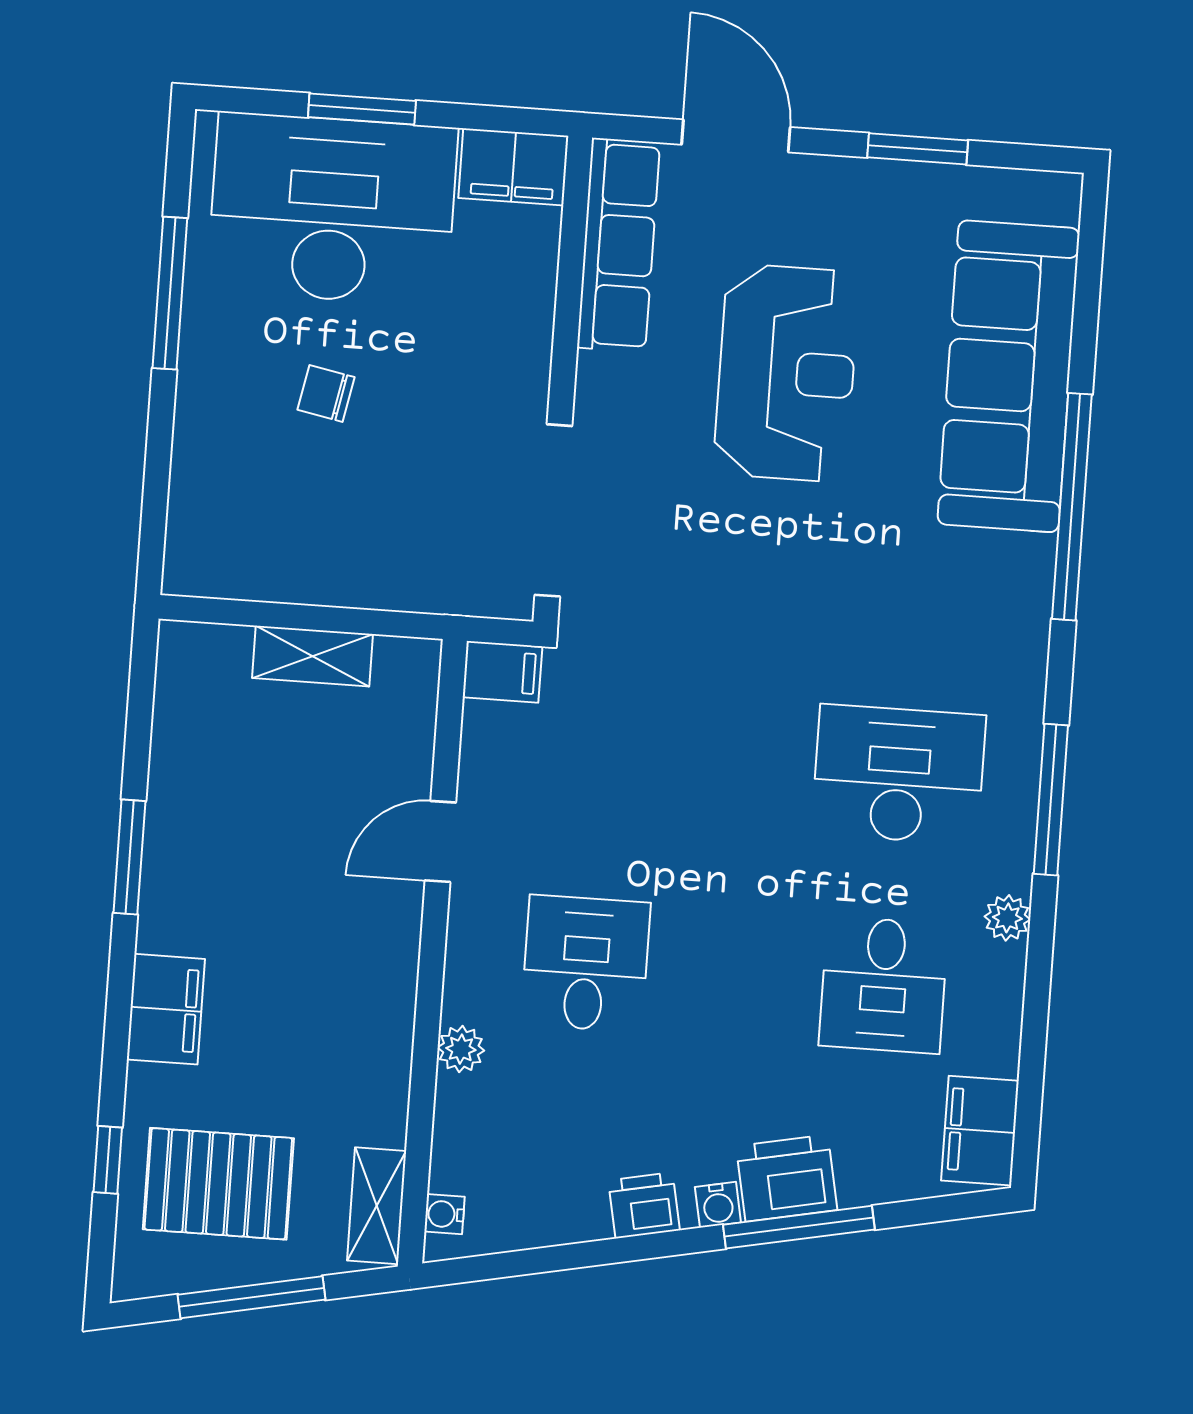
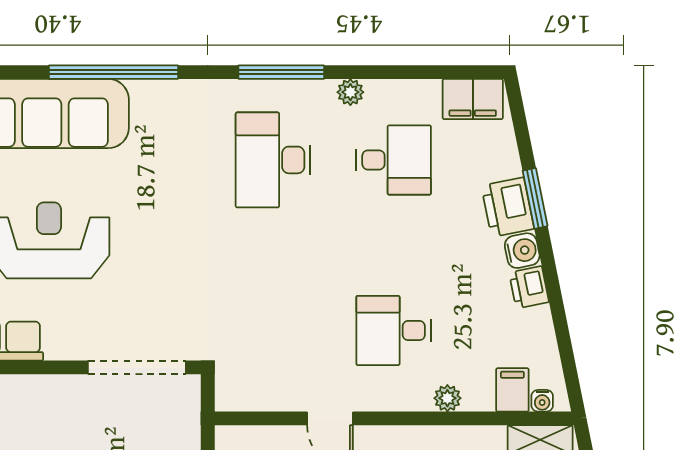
filing cabinet: (502, 672) -> (512, 390), moved
water cooler: (718, 1205) -> (522, 251), width x1.38, depth x1.38
window: (799, 1227) -> (535, 198), width x0.69

